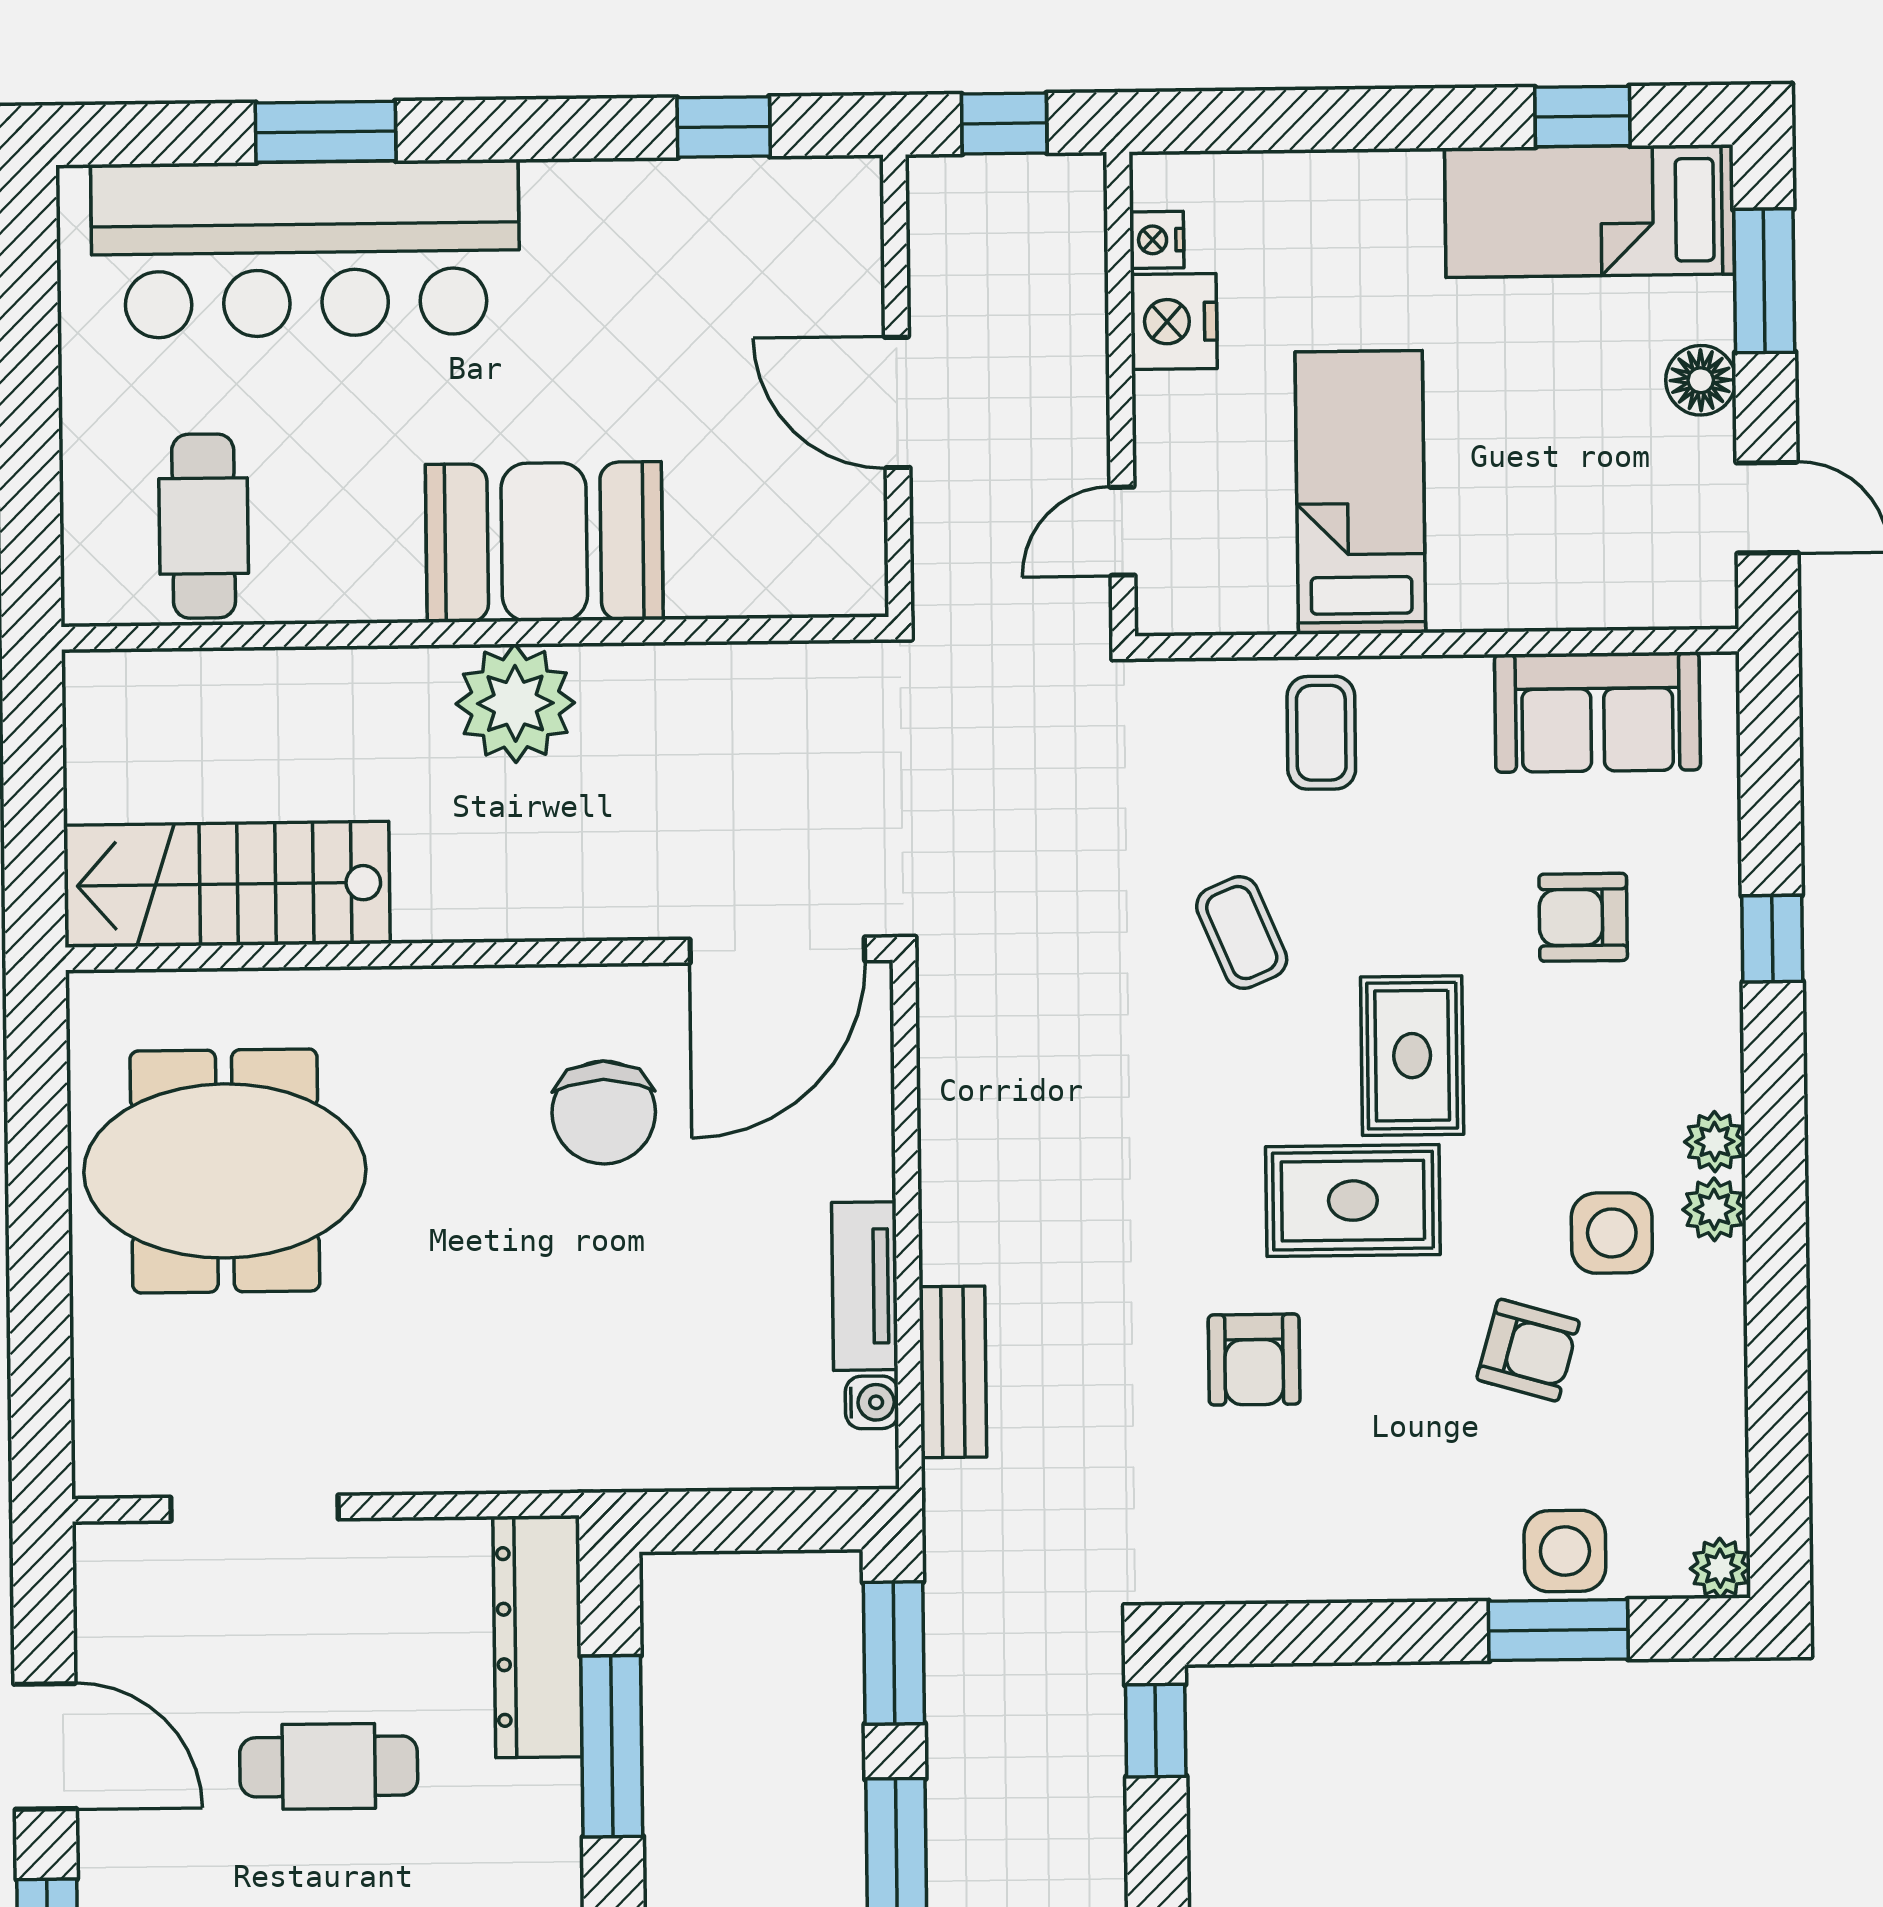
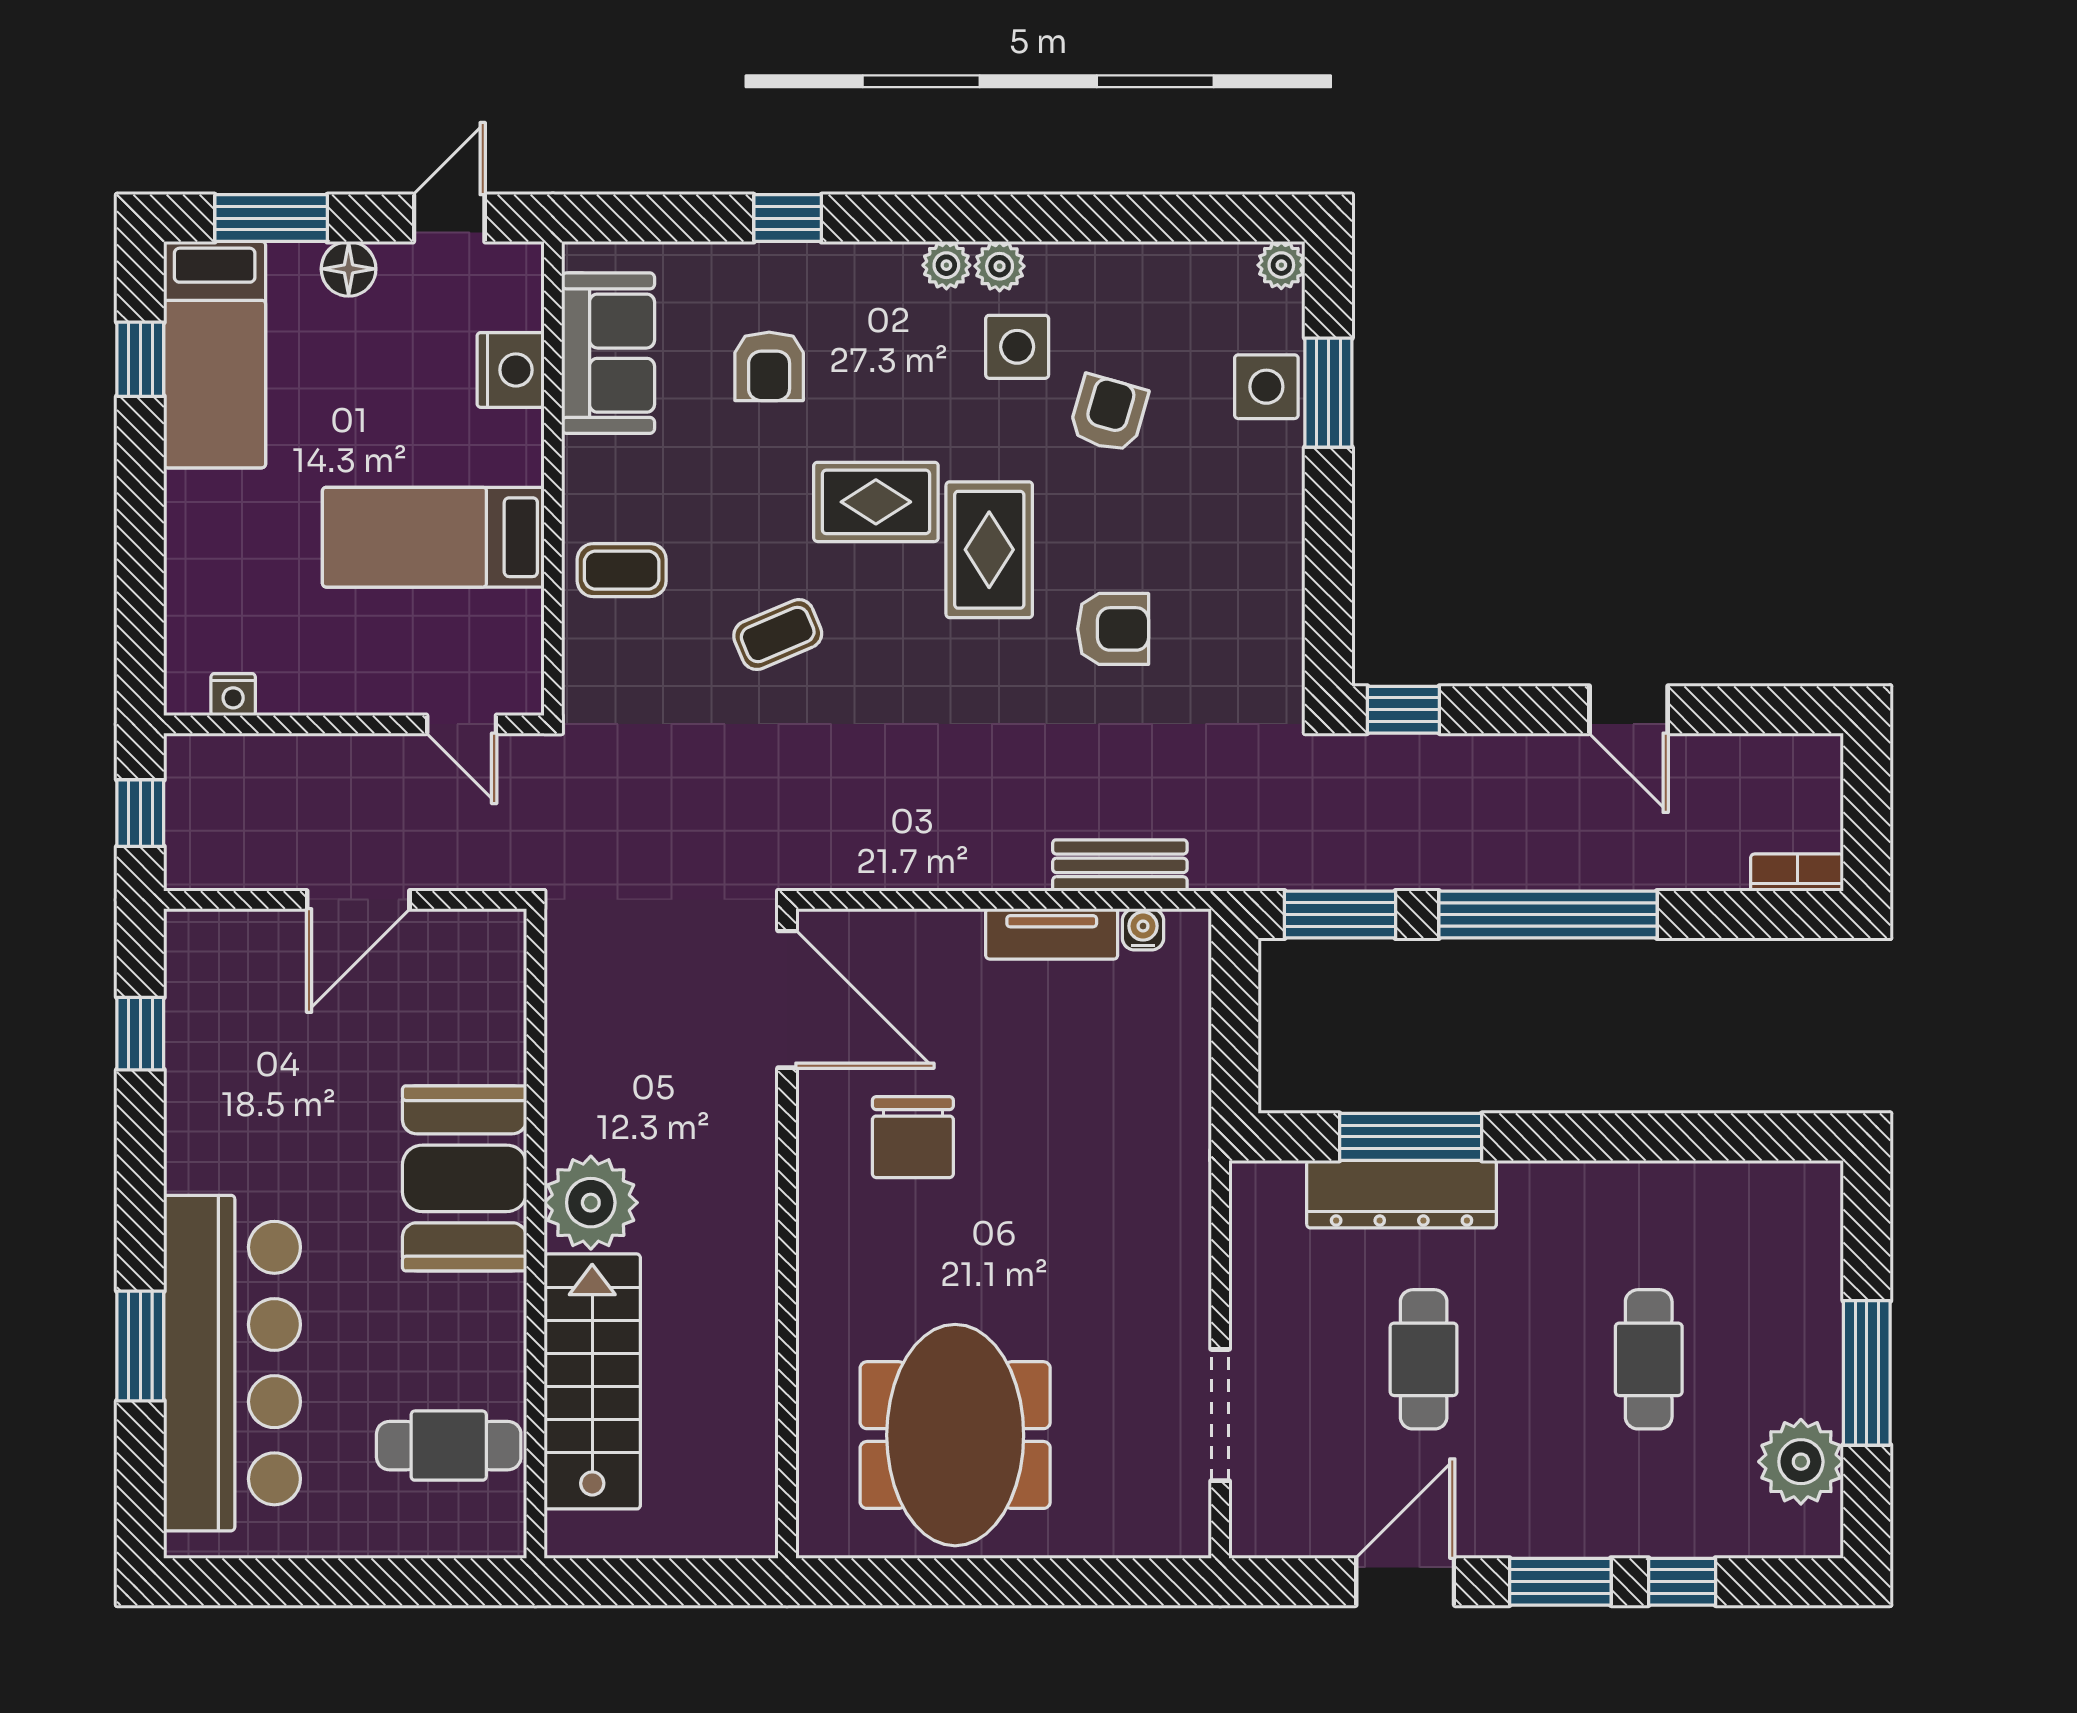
nightstand: (1174, 322) -> (511, 370), moved, turned -90
stairs: (227, 884) -> (592, 1381), moved, turned 180
chair: (604, 1112) -> (913, 1137), turned 90
dresser: (537, 1637) -> (1402, 1194), moved

